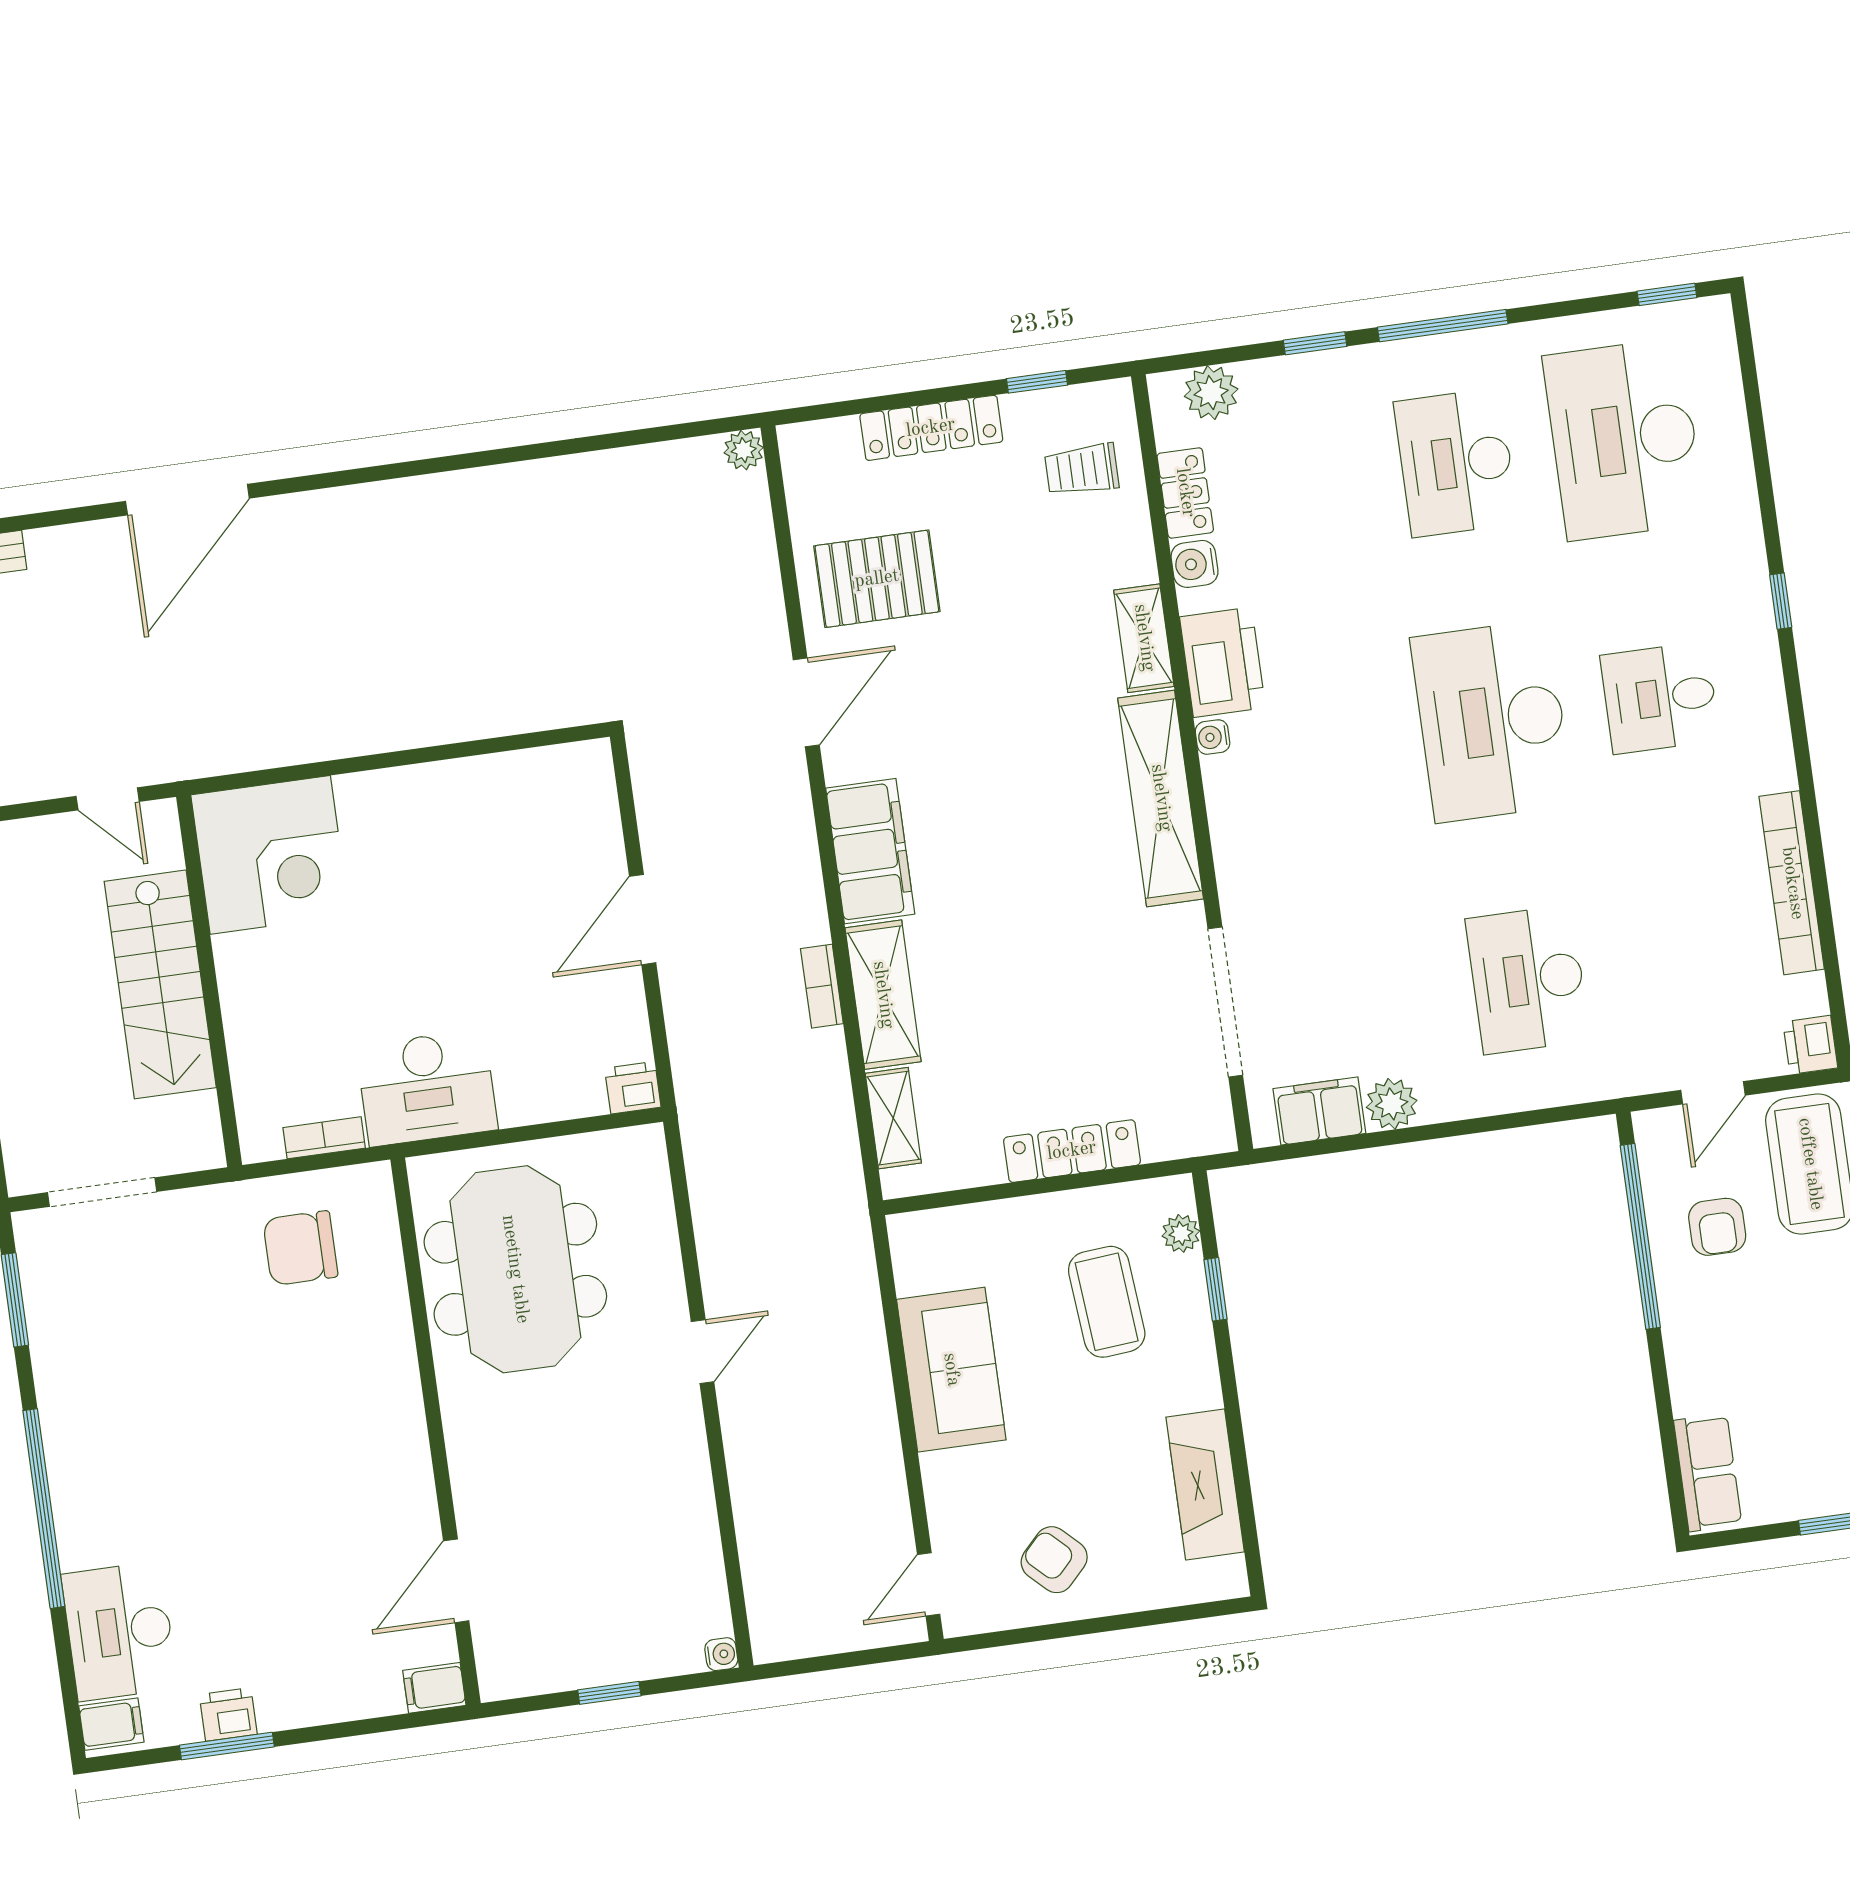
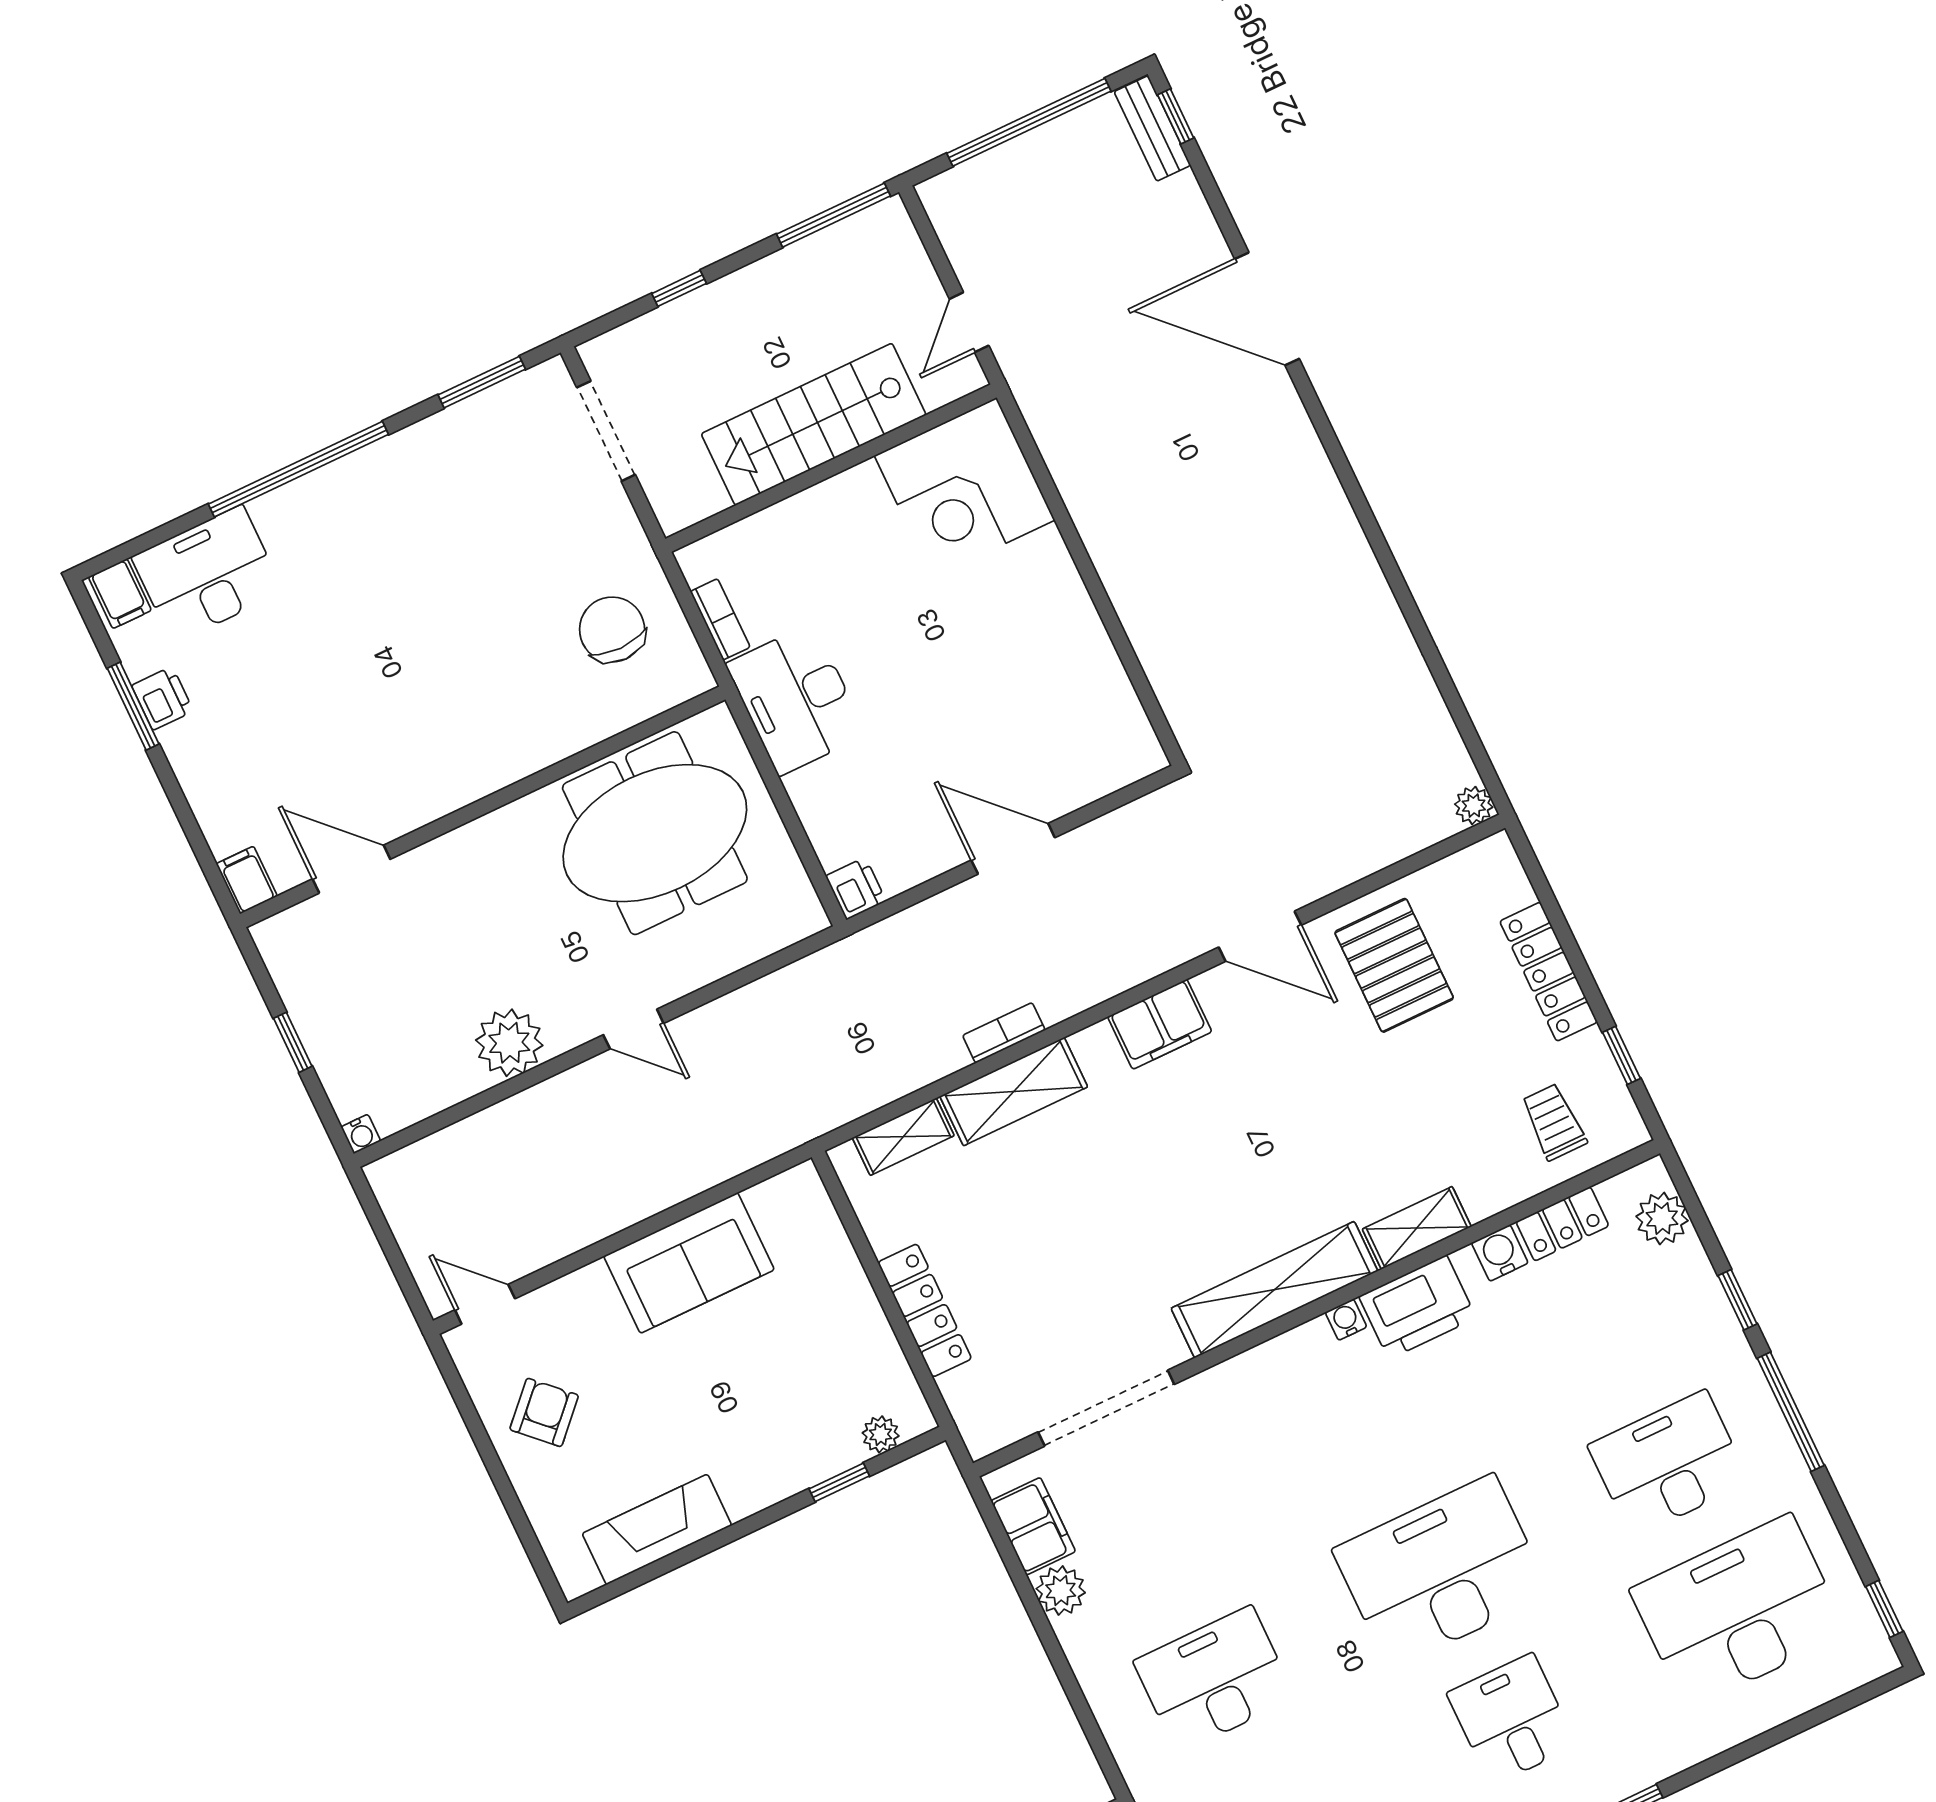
filing cabinet: (870, 851) -> (1160, 1024), width x0.67, depth x0.86
coffee table: (1107, 1302) -> (796, 1386), removed
plant: (677, 1479) -> (509, 1043), added

